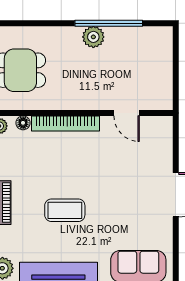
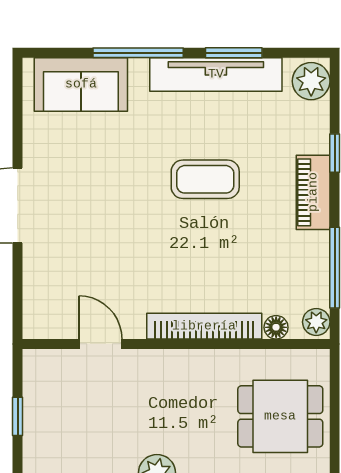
window: (176, 70) -> (18, 416), added

